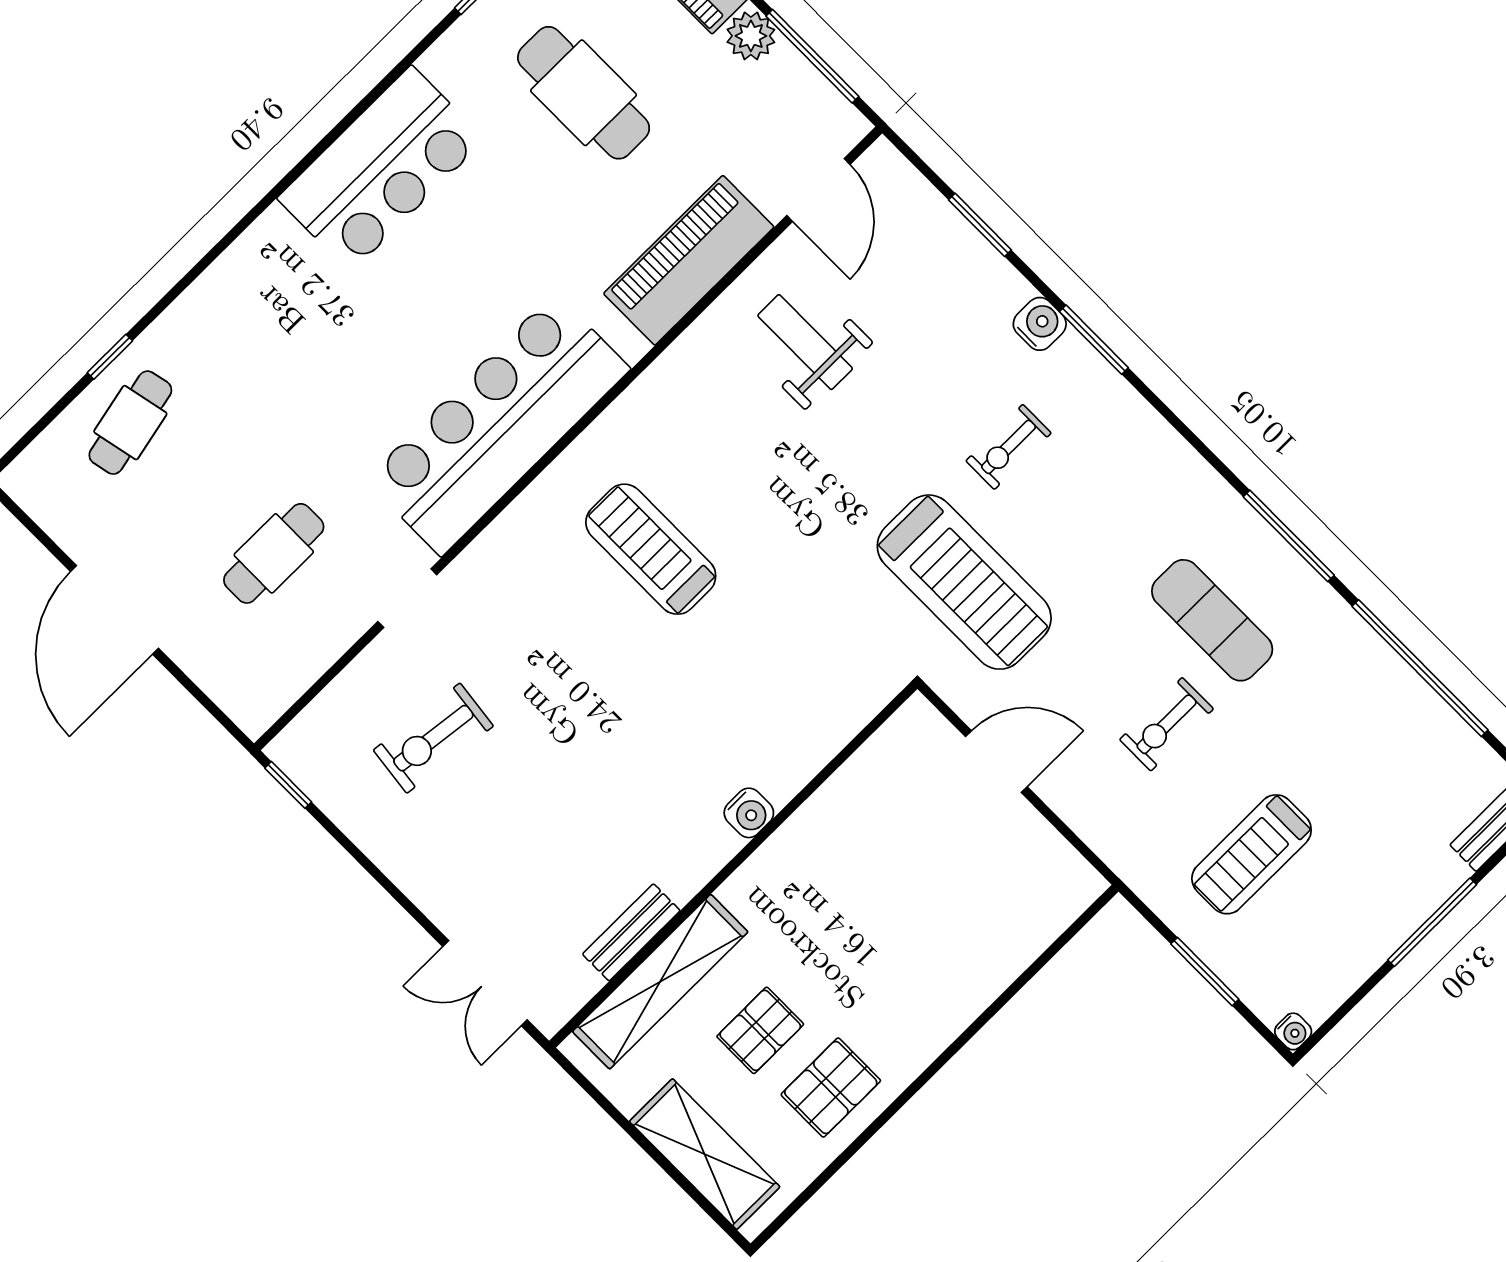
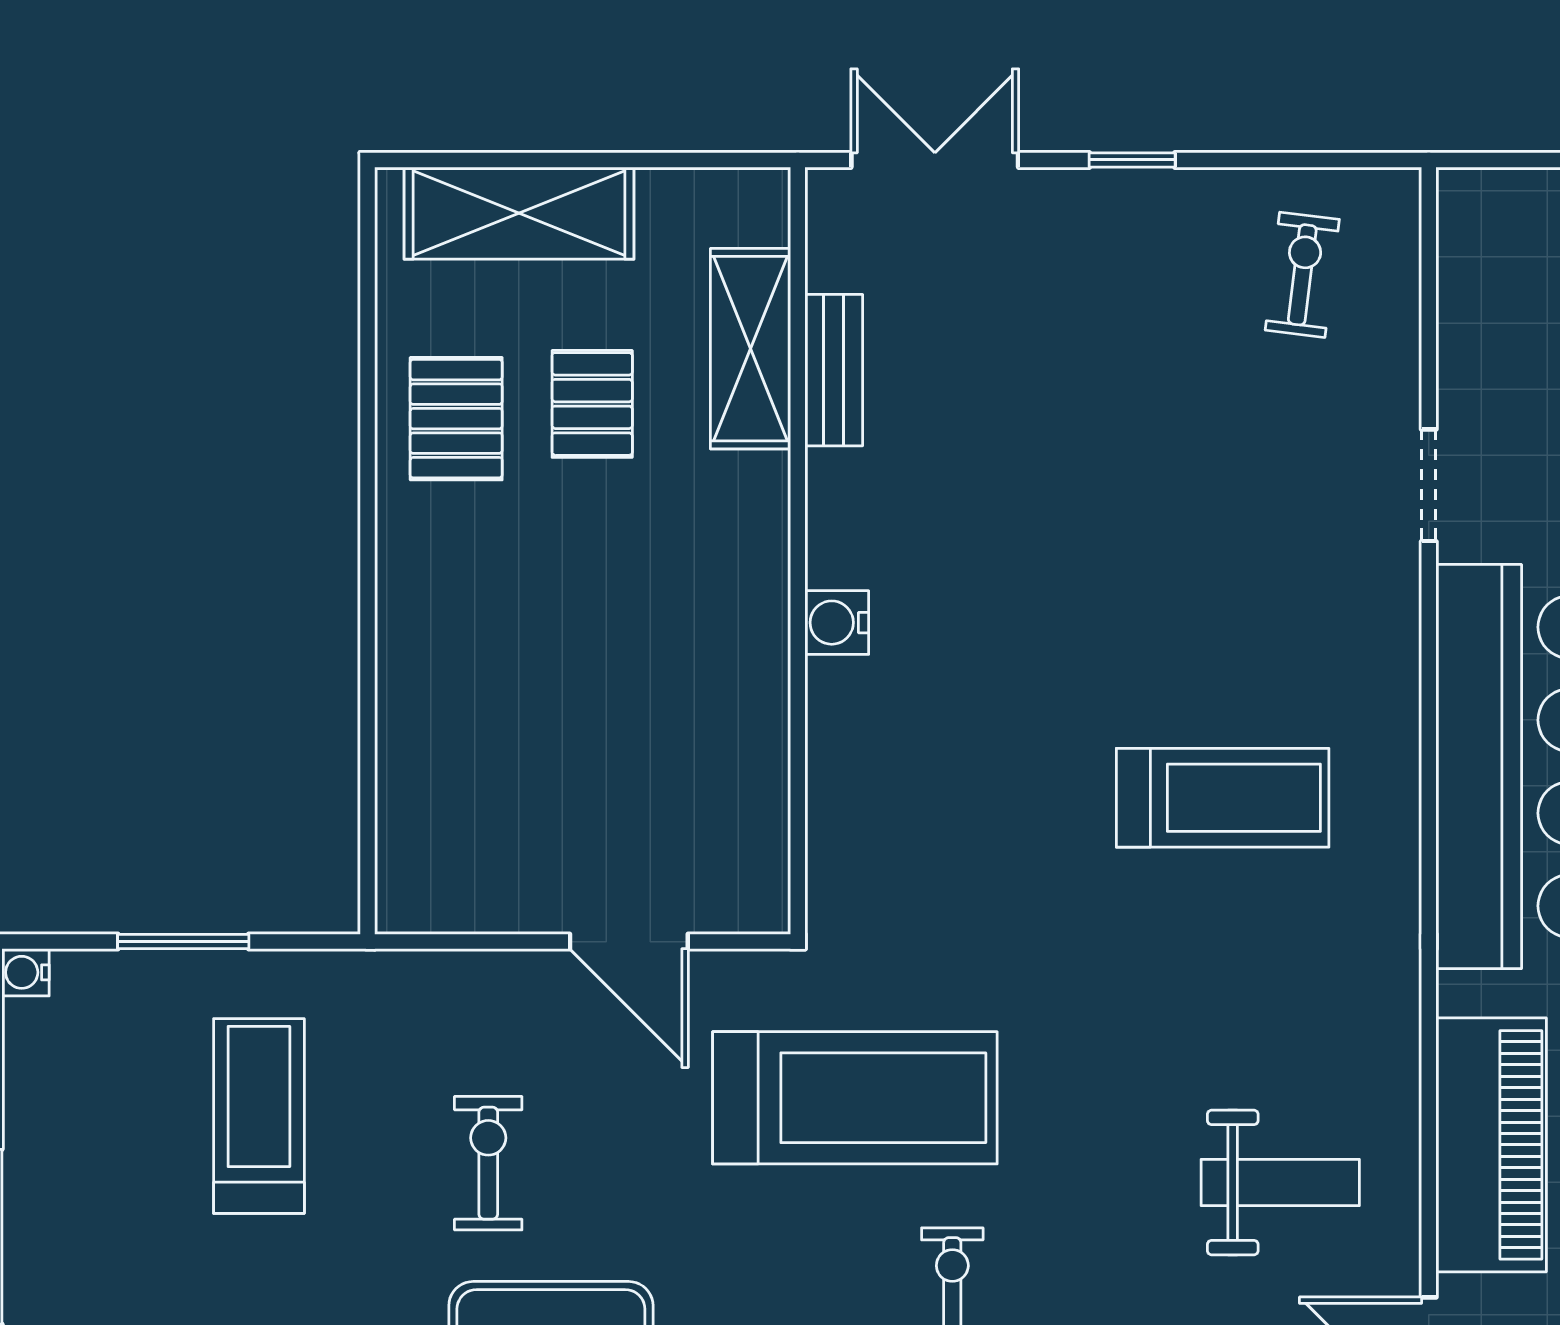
treadmill: (964, 582) -> (855, 1098), turned 180
exercise bike: (433, 738) -> (1302, 275), moved, width x0.73, depth x0.72
door: (996, 762) -> (629, 942), hinge flipped
window: (288, 785) -> (1132, 160), moved
shelving: (660, 982) -> (750, 349), width x0.68

